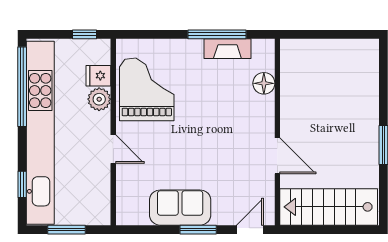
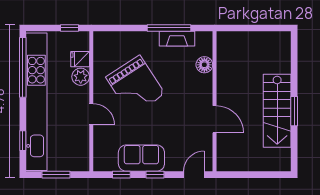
grand piano: (147, 89) -> (135, 86), moved, turned 147
stairs: (329, 207) -> (277, 111), moved, turned -90
window: (153, 230) -> (121, 175), added
window: (198, 230) -> (155, 175), width x0.67

